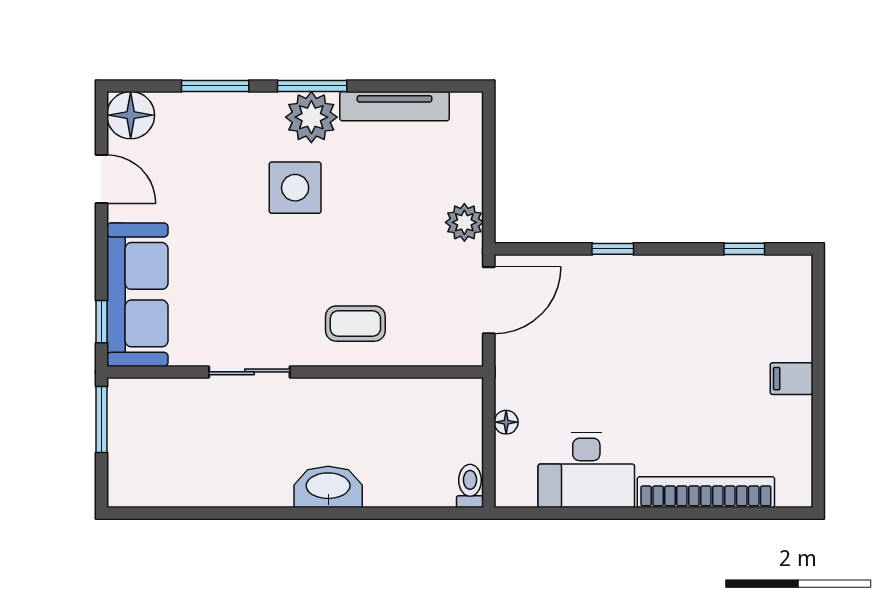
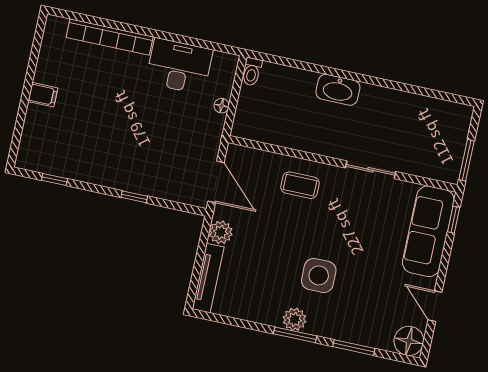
tv unit: (395, 106) -> (208, 278), moved, turned 90
plant: (311, 117) -> (295, 319), width x0.73, depth x0.73
door: (489, 300) -> (216, 182), swing flipped

